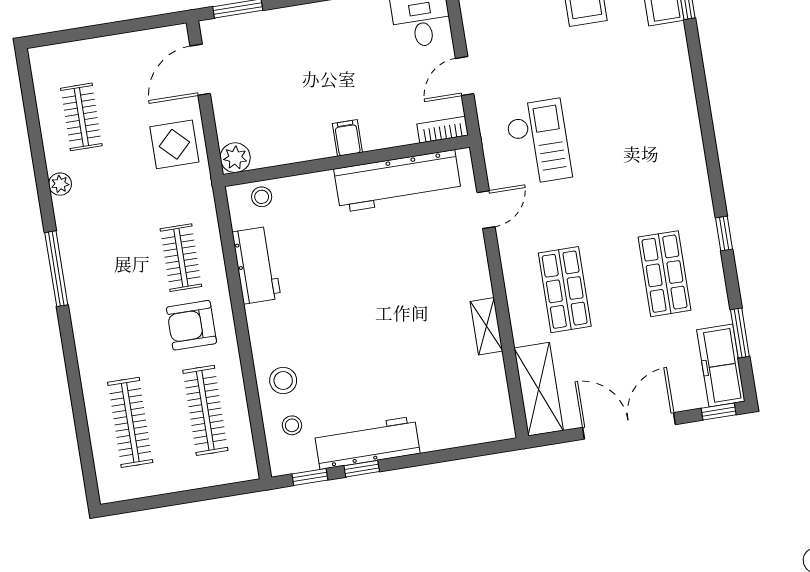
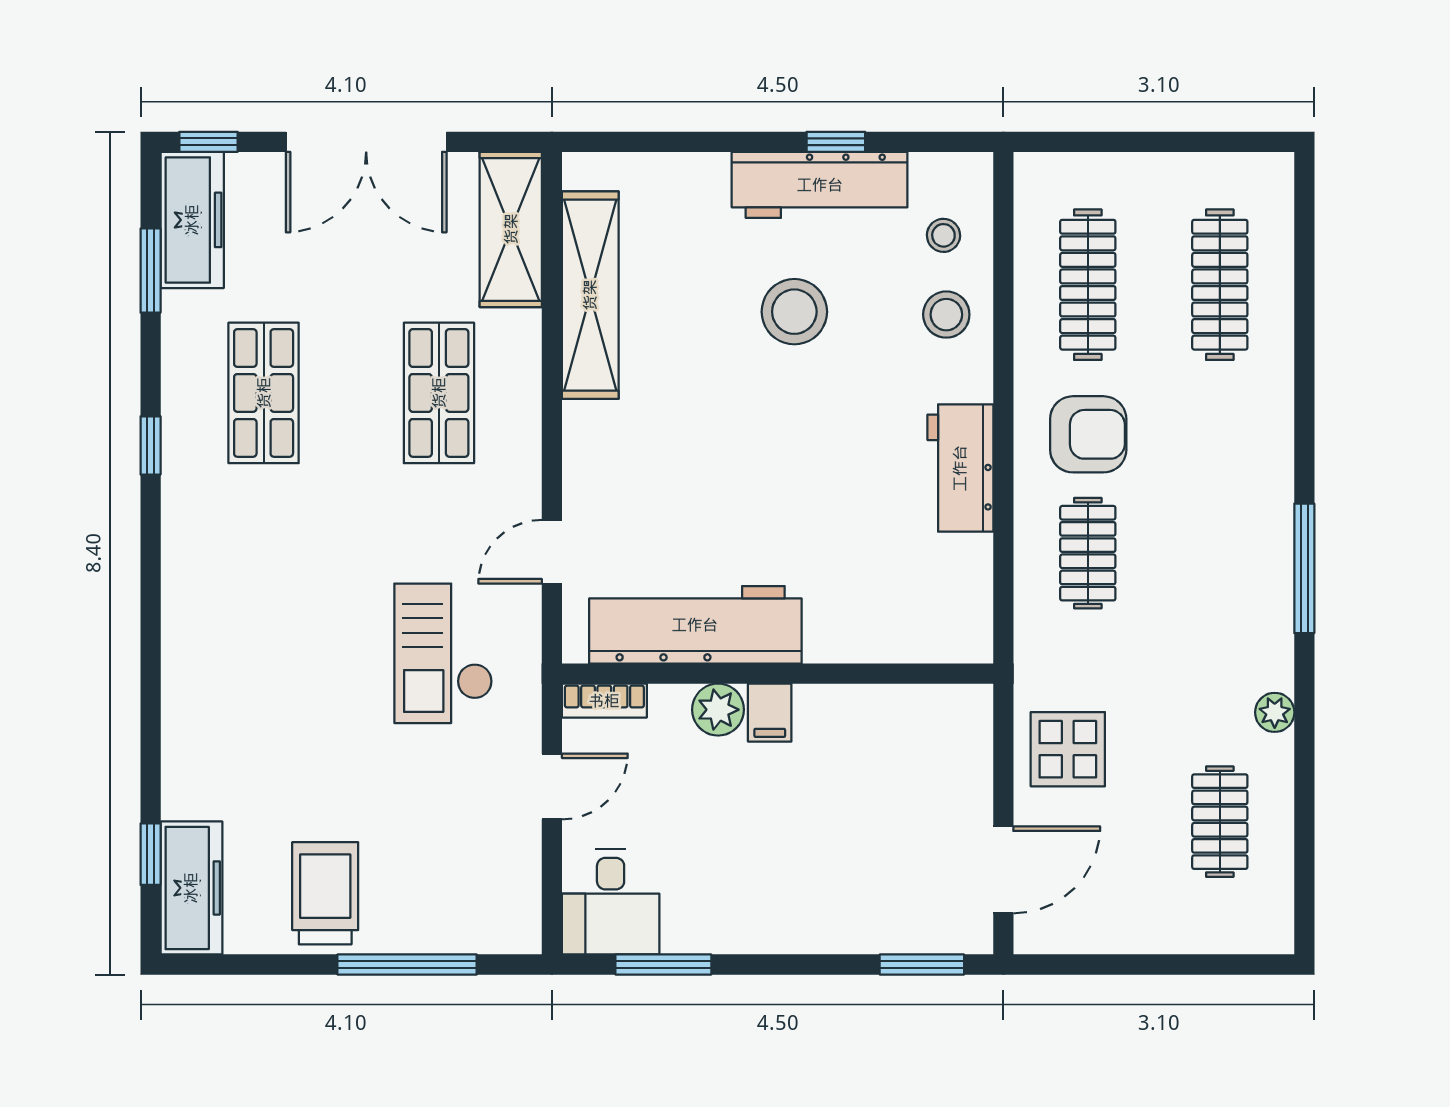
plant: (235, 158) -> (718, 710), moved
stool: (262, 197) -> (794, 312), moved, width x1.89, depth x1.89
workbench: (256, 265) -> (960, 468), moved
shelving: (486, 326) -> (590, 295), width x2.20, depth x1.33
window: (310, 477) -> (927, 142), removed

